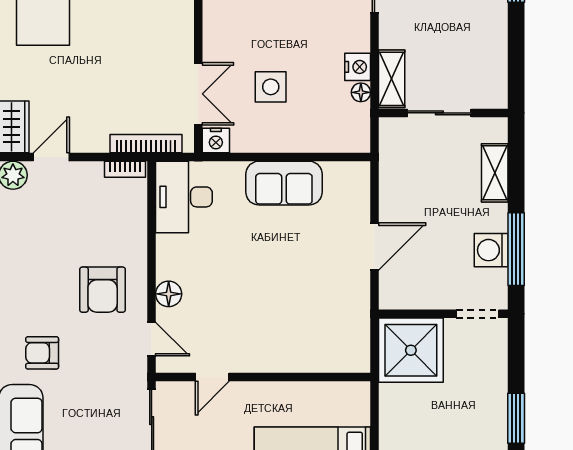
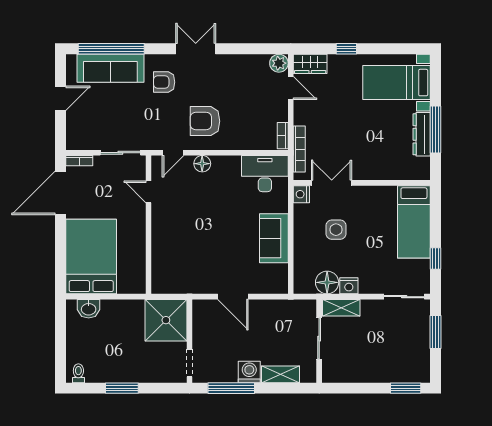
floor lamp: (361, 92) -> (327, 282), width x1.89, depth x1.89
double door: (198, 94) -> (332, 183), swing flipped
washing machine: (491, 250) -> (249, 372), moved
armchair: (42, 353) -> (164, 82), turned -90

